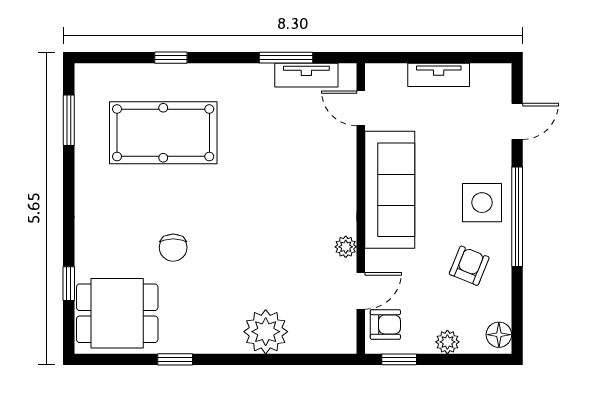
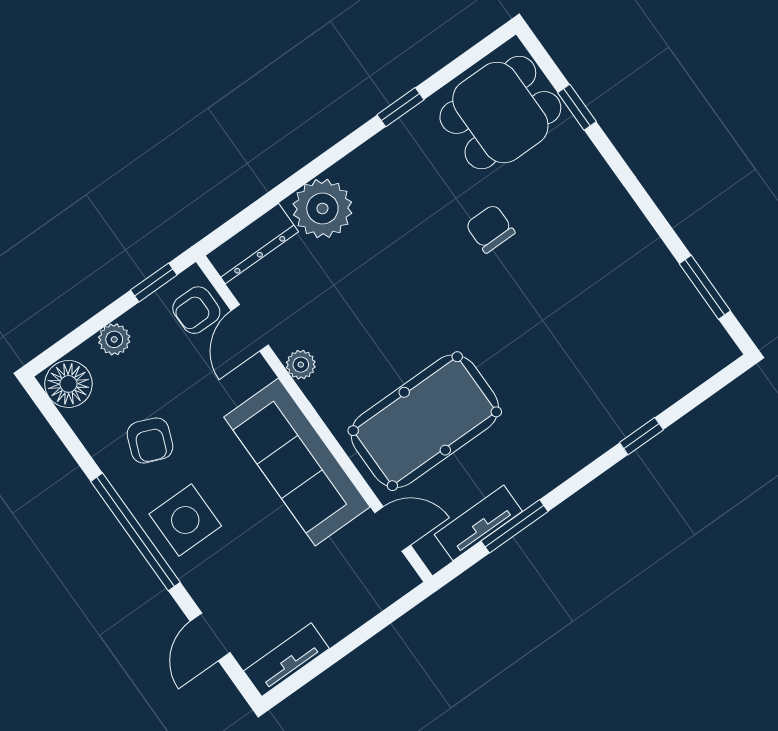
tv unit: (439, 75) -> (286, 660), moved
pool table: (163, 133) -> (425, 421), moved
floor lamp: (499, 335) -> (68, 384), width x1.38, depth x1.38
dresser: (323, 341) -> (252, 244), added

